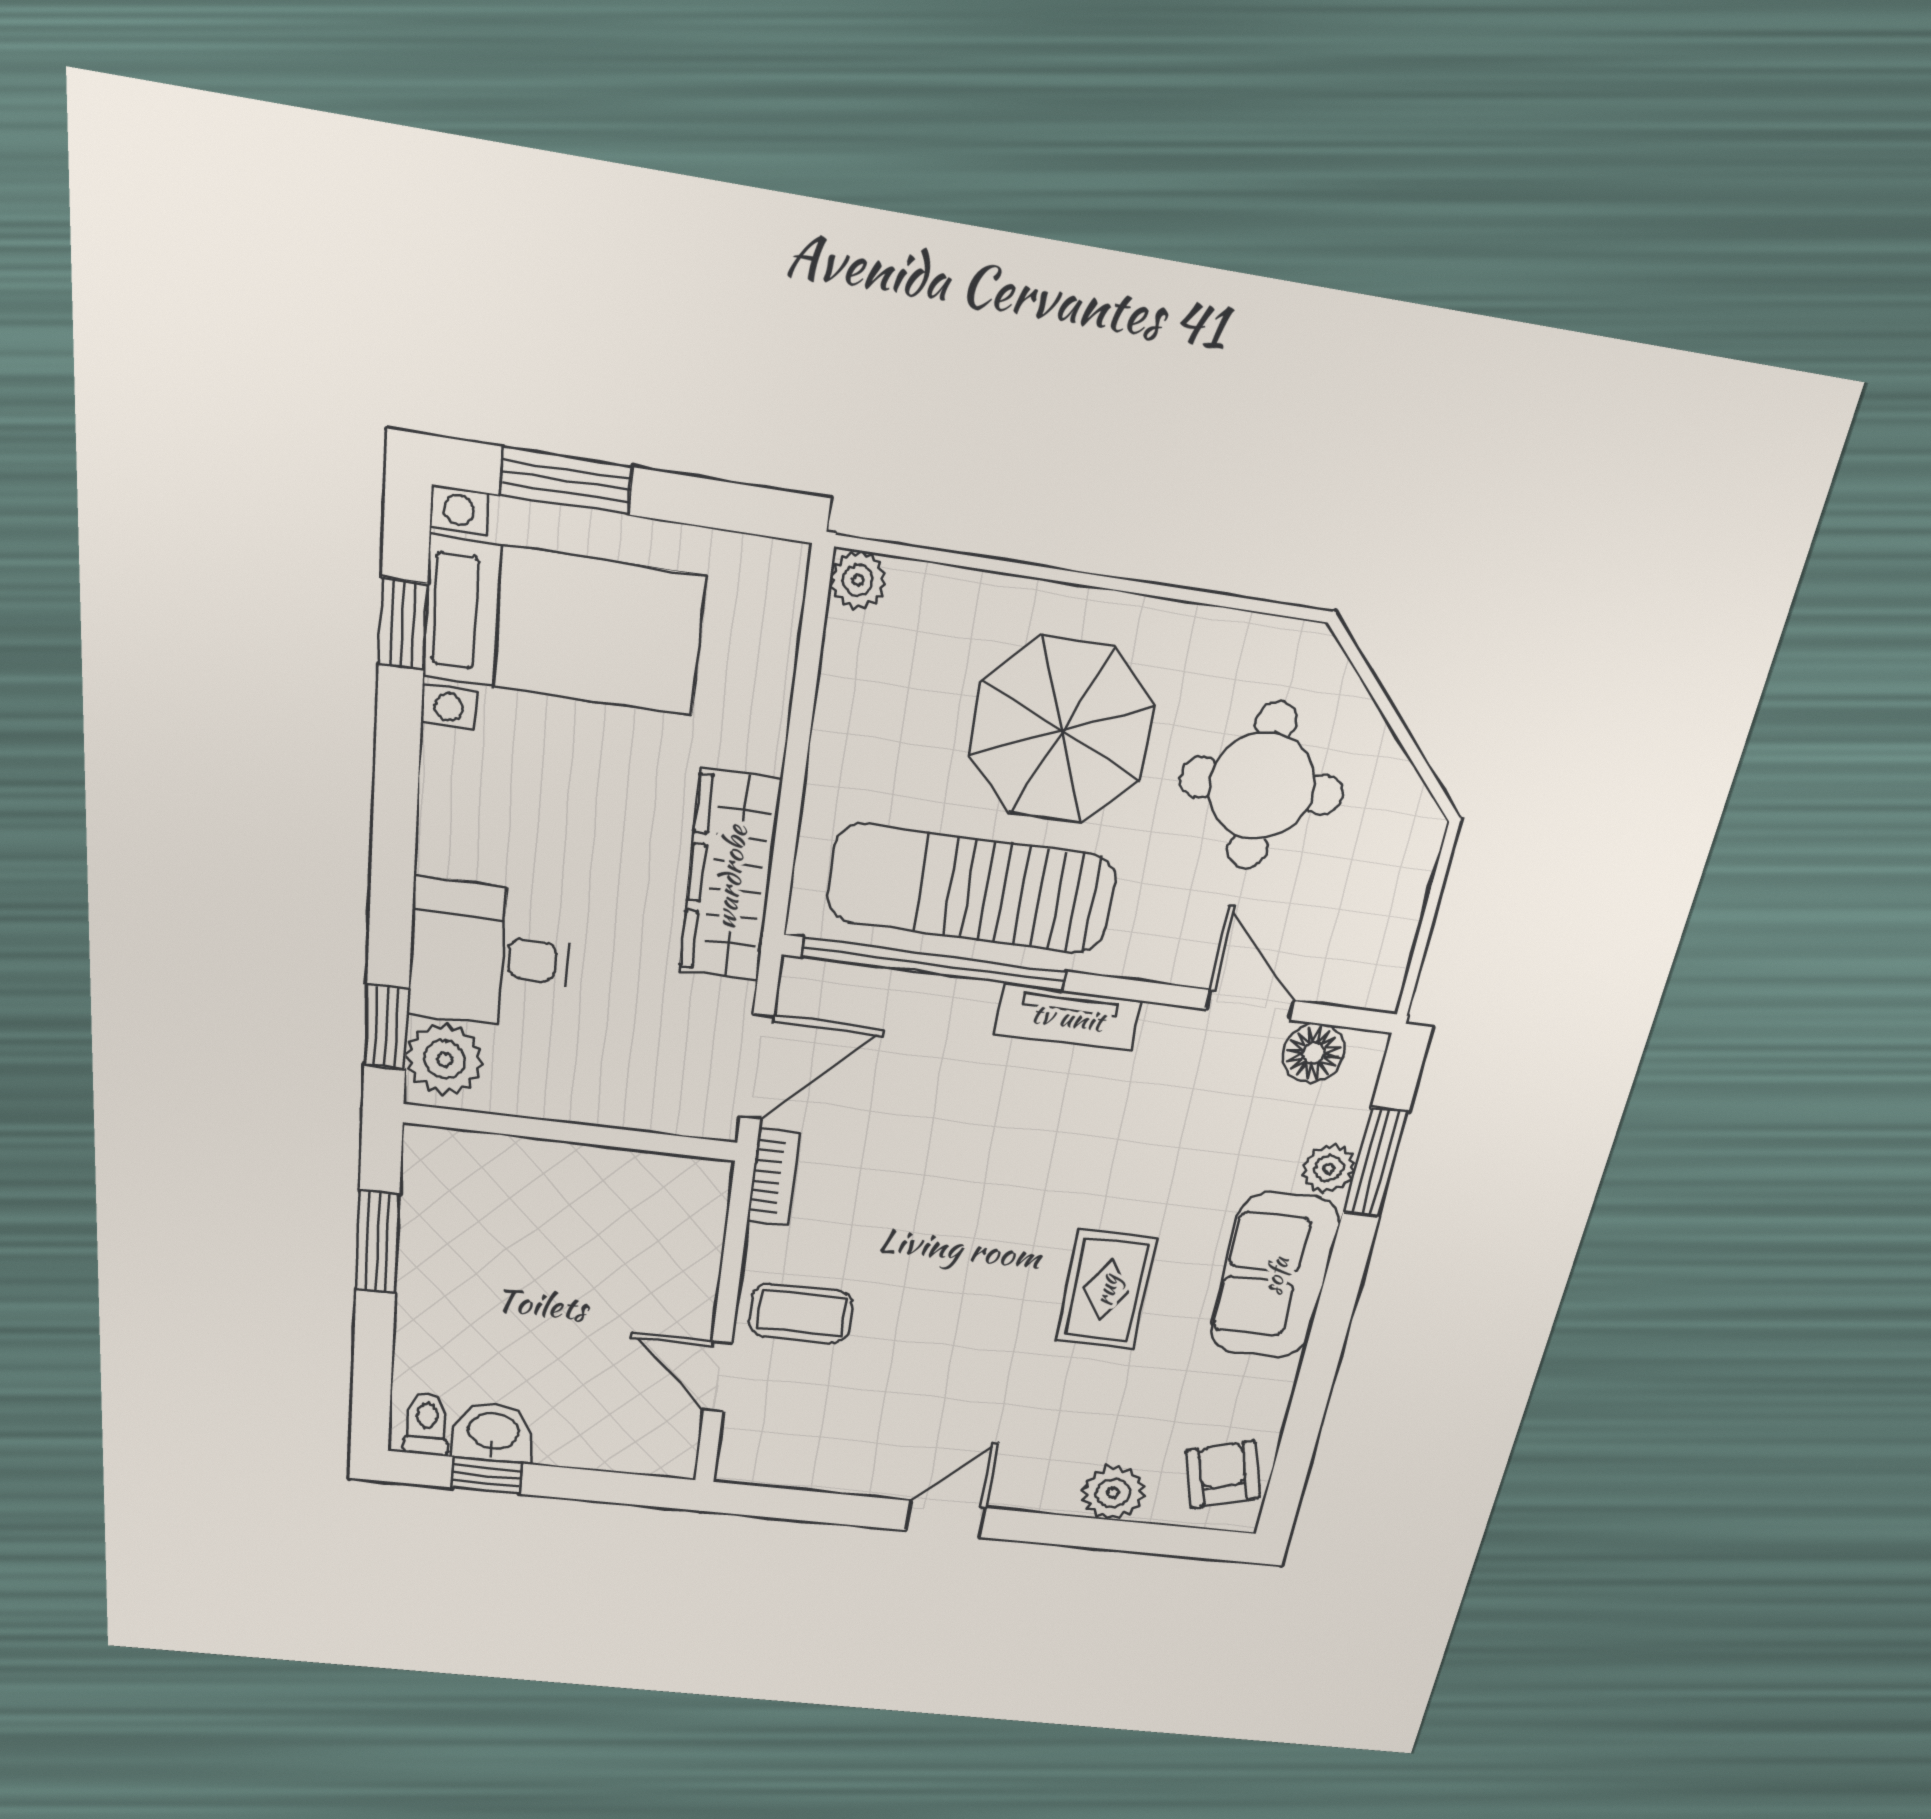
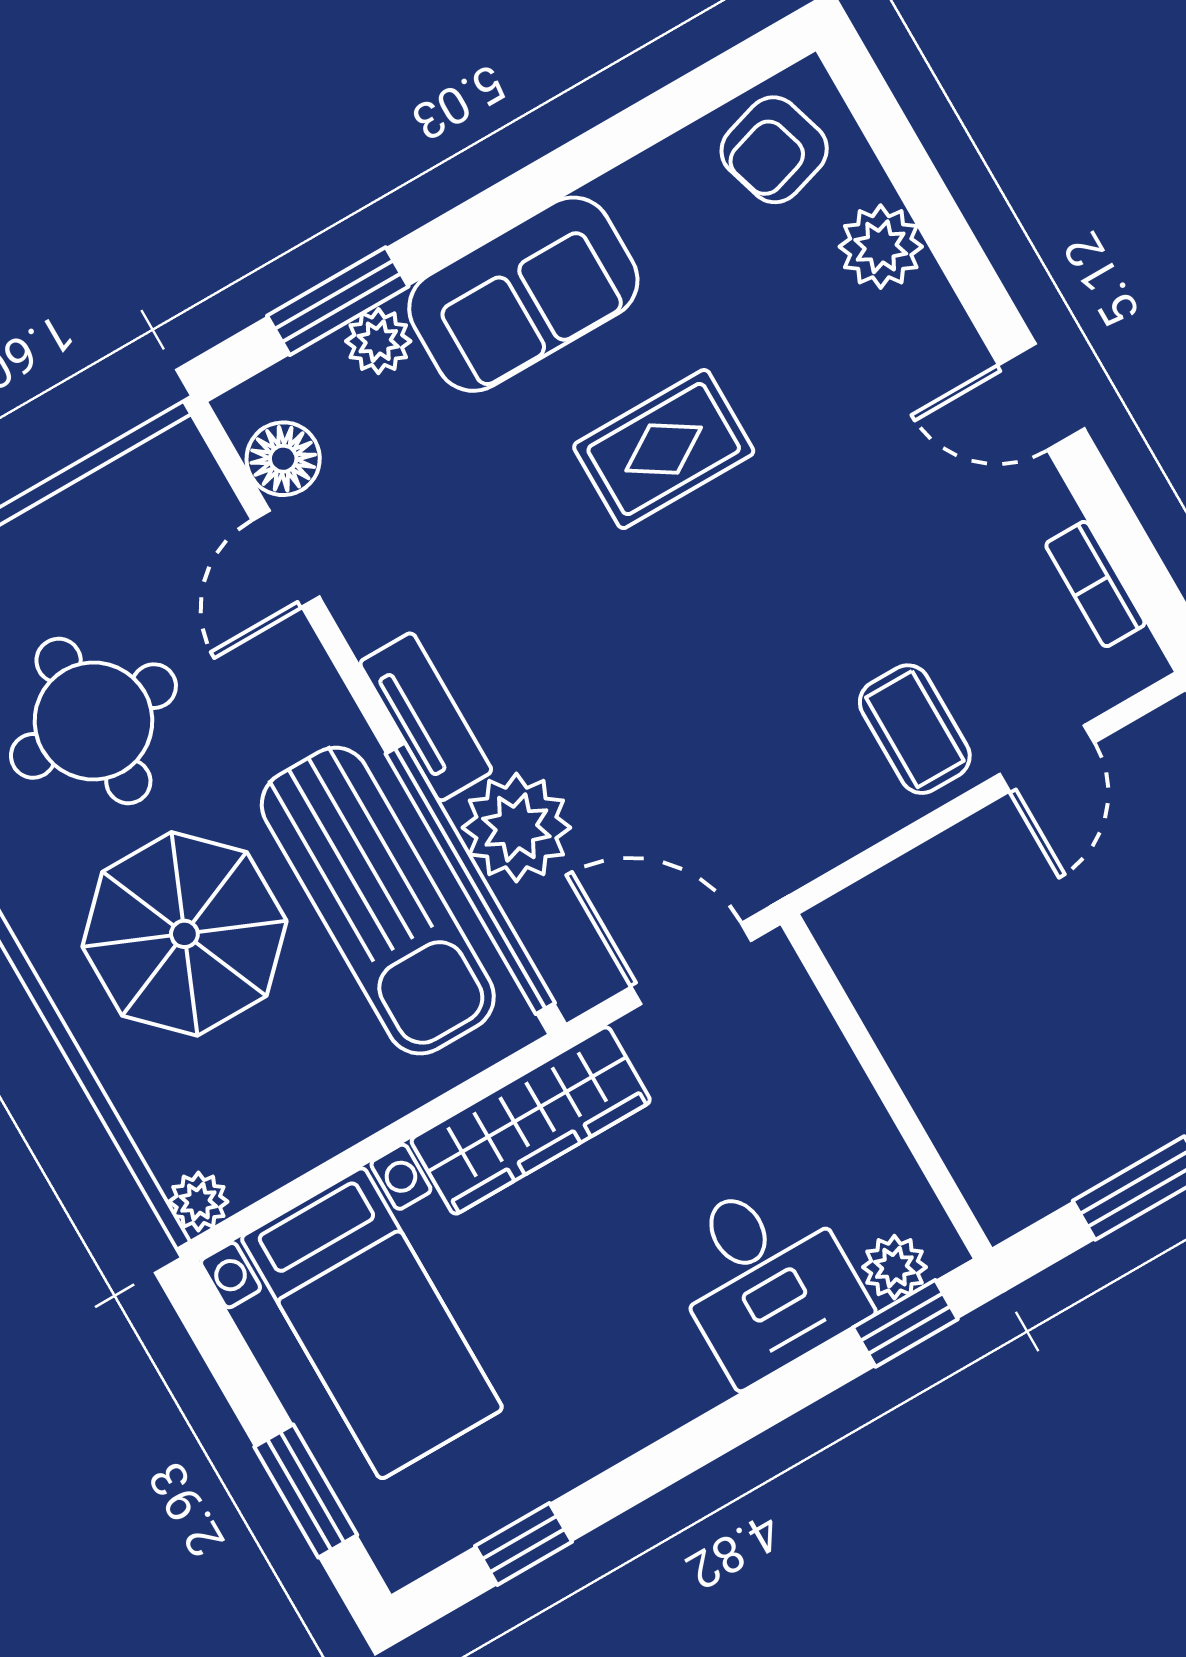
bed with nightstands: (563, 627) -> (372, 1323), moved, turned 180
plant: (944, 1021) -> (516, 828), added
plant: (444, 1059) -> (894, 1267), width x0.73, depth x0.73
bookcase: (773, 1177) -> (1095, 584), moved, turned -90

